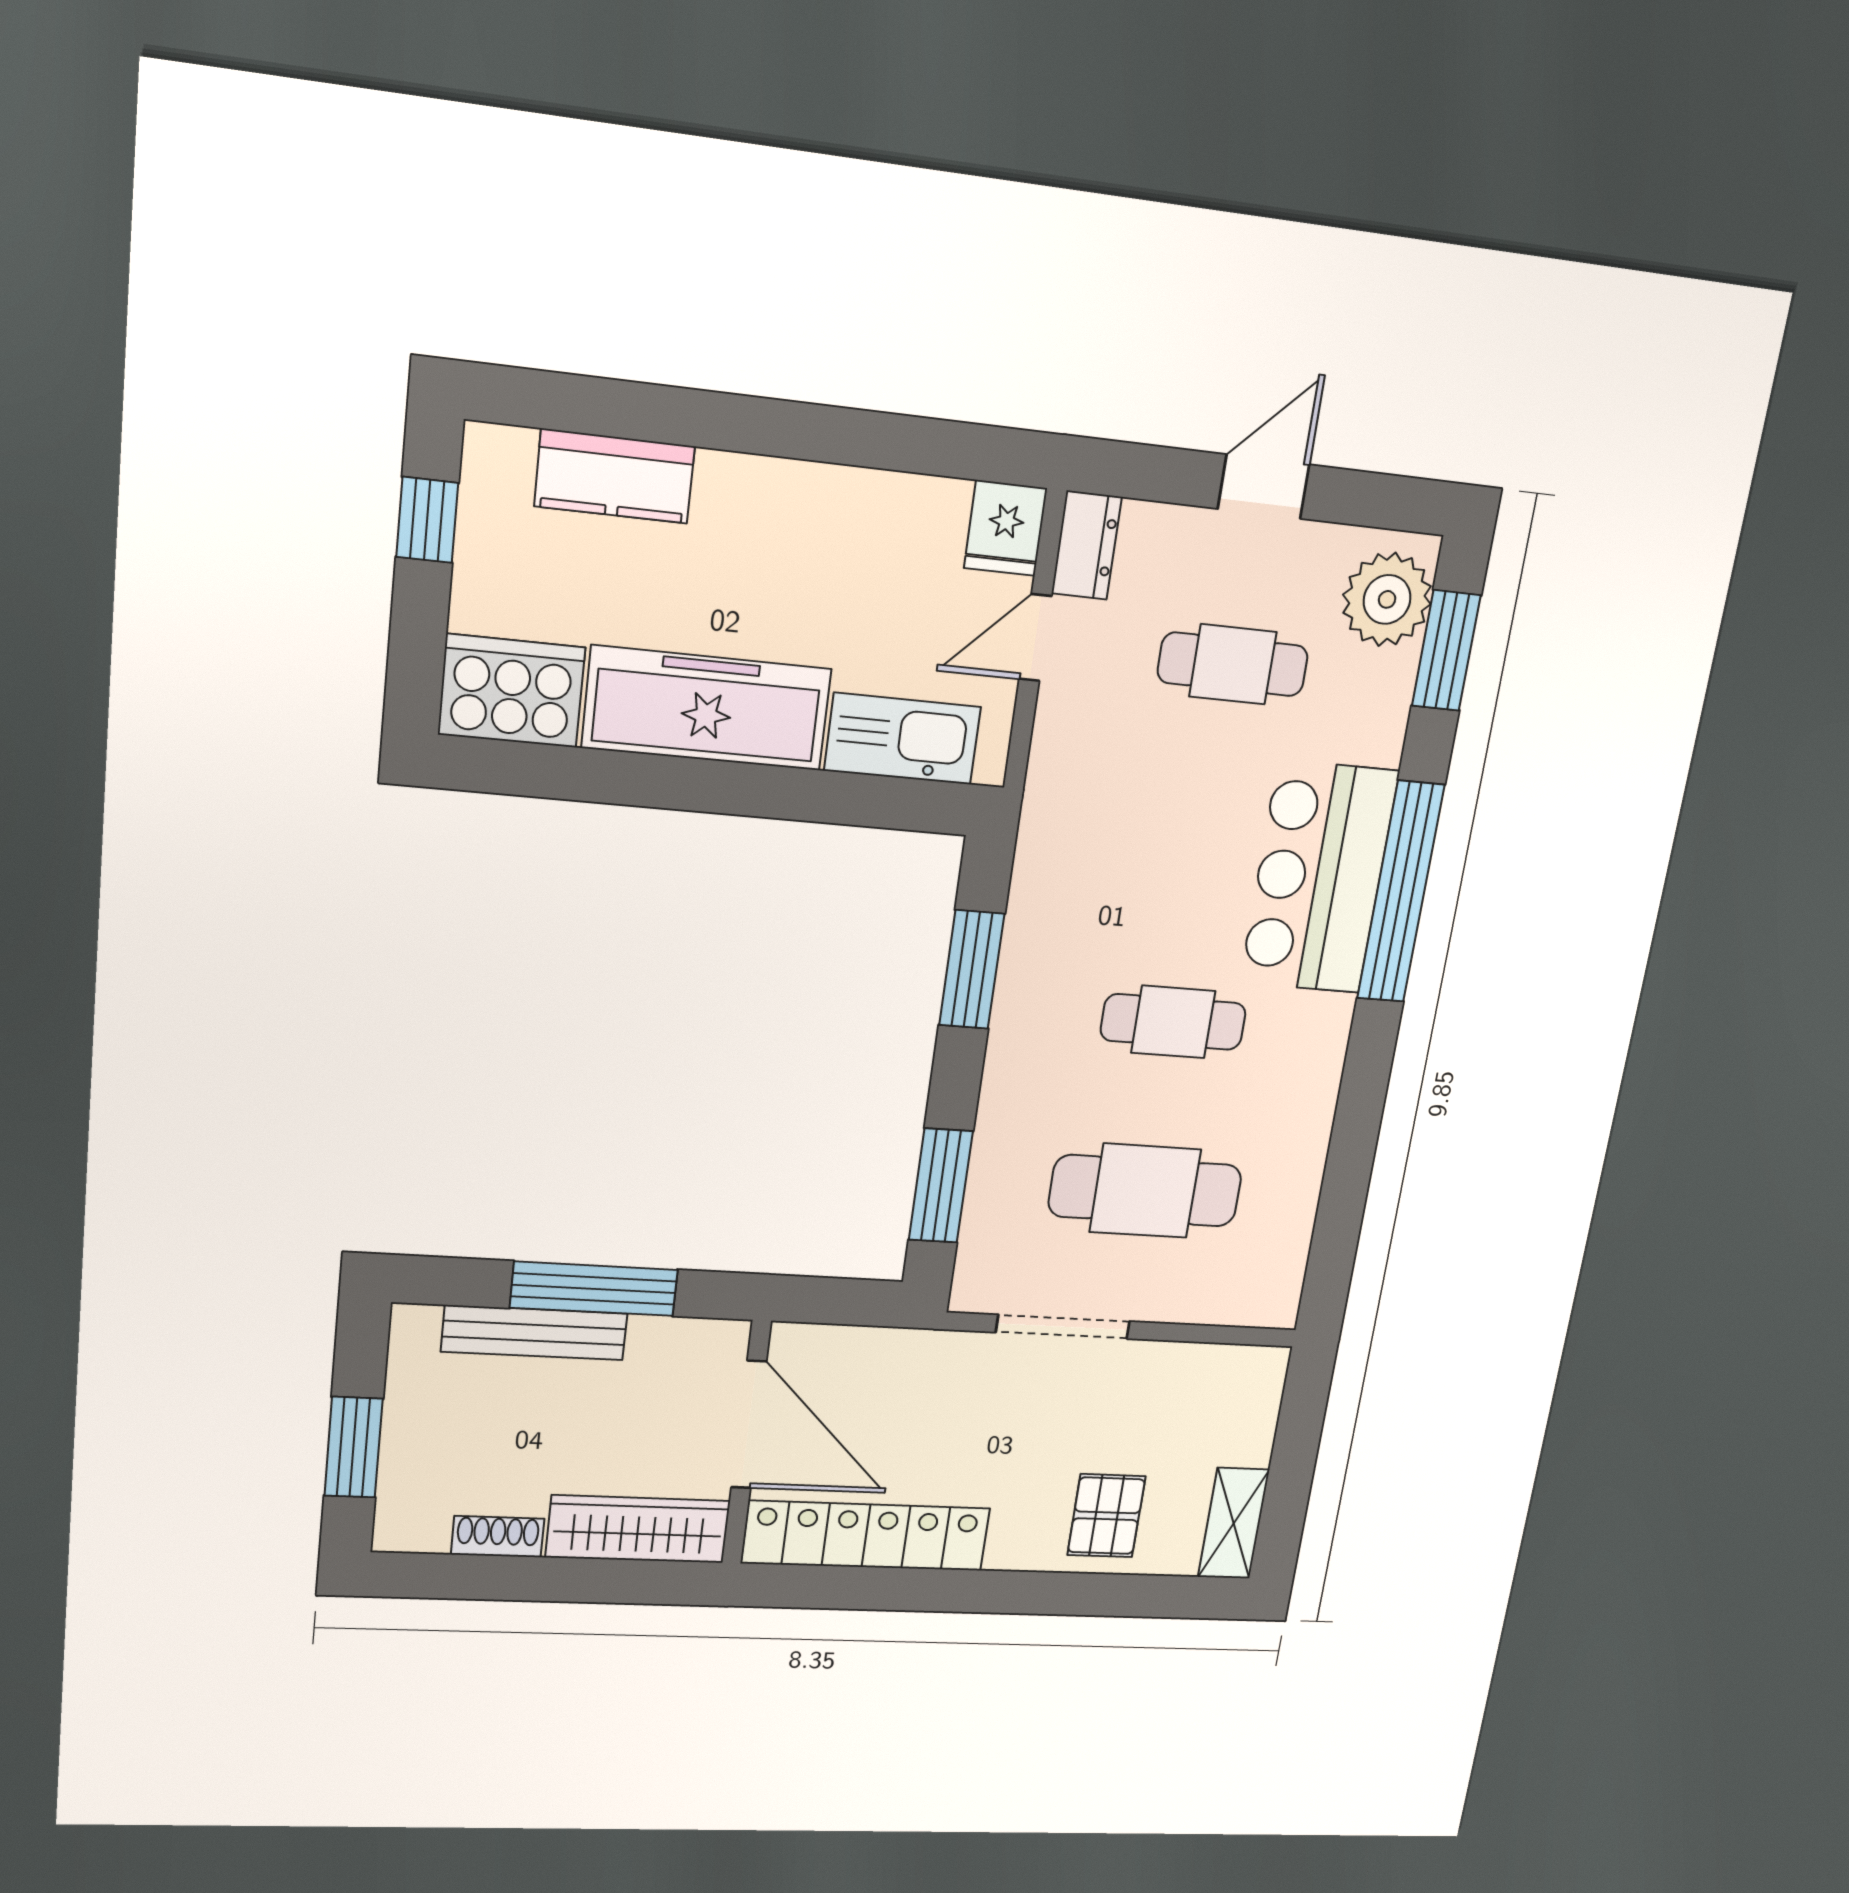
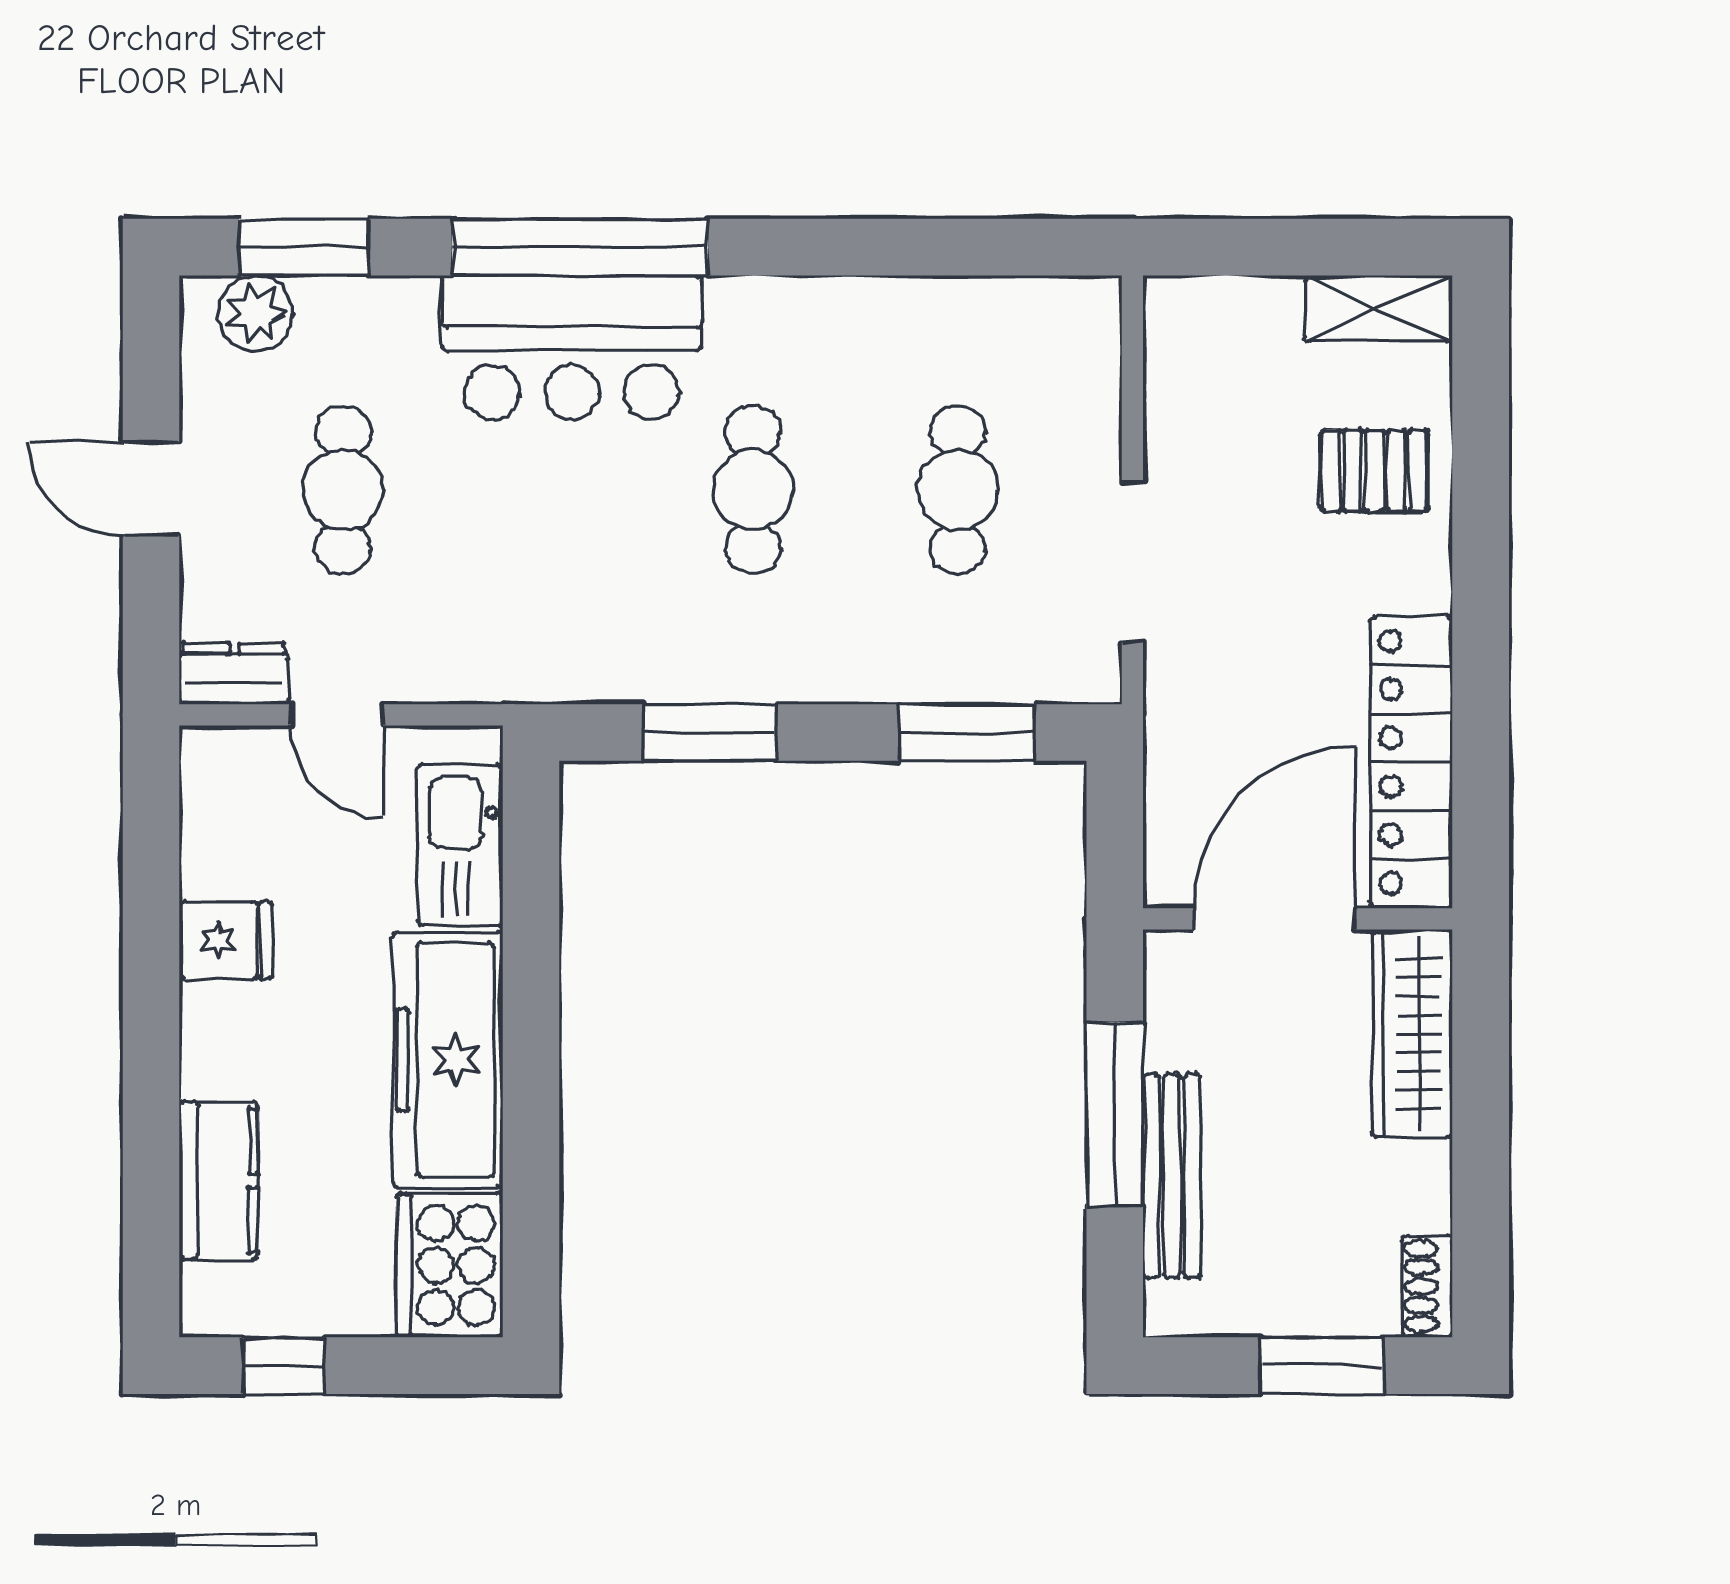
fridge: (1006, 528) -> (226, 941), moved
plant: (1387, 599) -> (255, 313), width x0.73, depth x0.73
cafe table: (1145, 1191) -> (958, 490), width x0.73, depth x0.74
shoe rack: (498, 1537) -> (1428, 1286), moved

